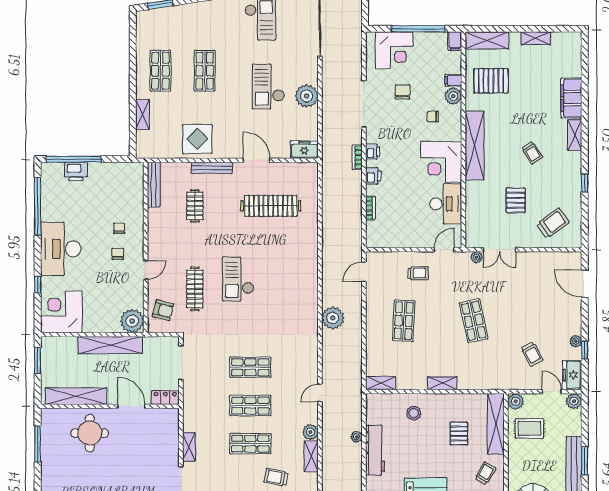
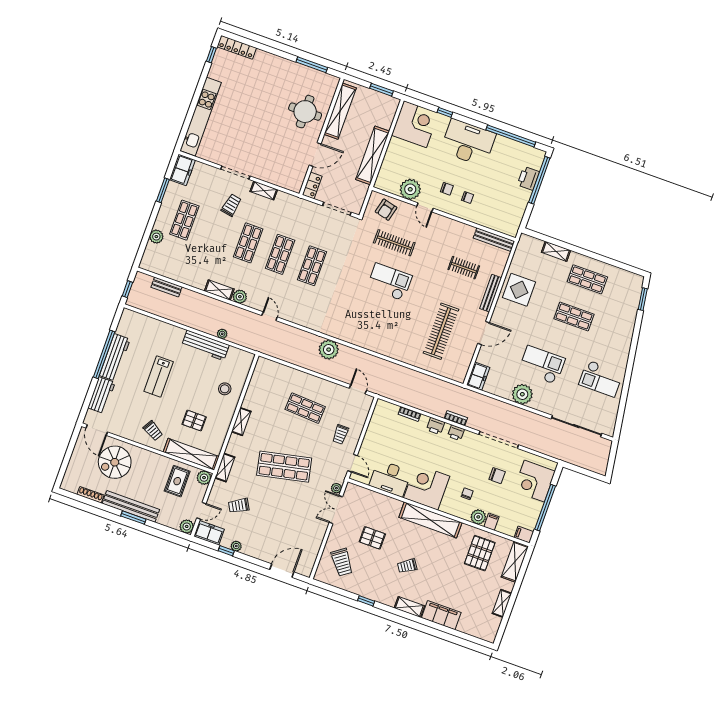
plant: (132, 321) -> (410, 189), moved
shop shelf: (474, 321) -> (284, 467), width x1.43, depth x1.36
shelving: (381, 383) -> (225, 467), moved
trolley: (276, 477) -> (231, 205), moved

